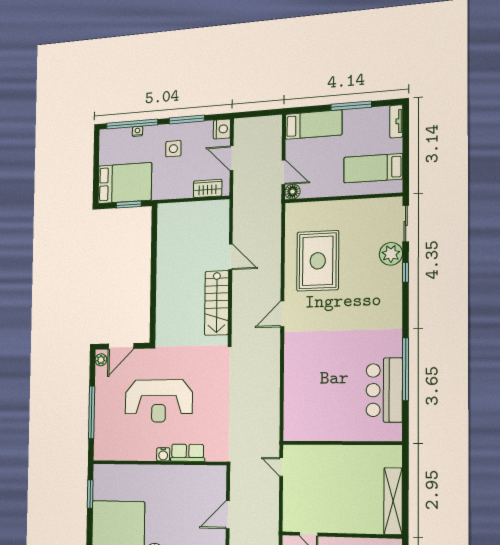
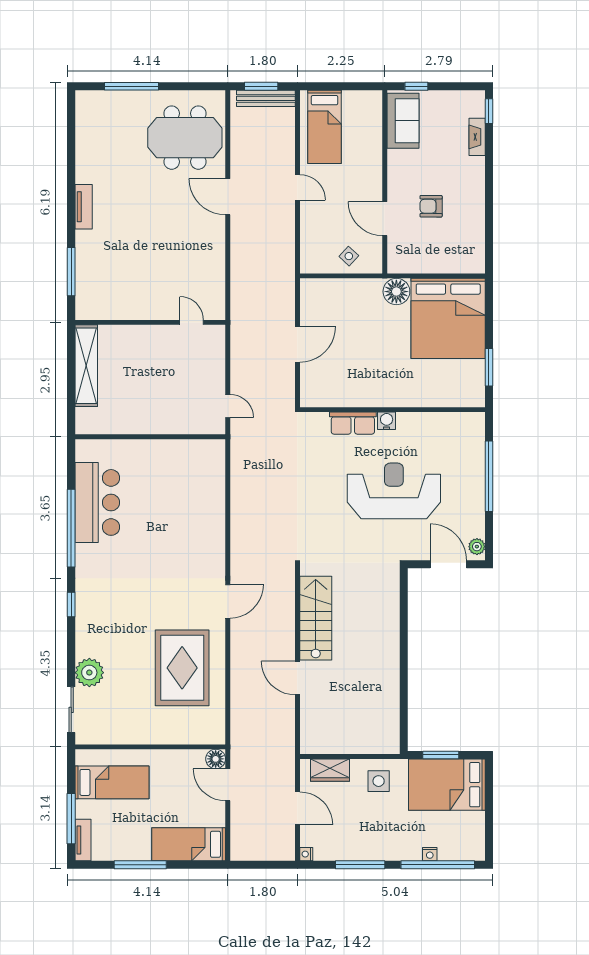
nightstand: (222, 129) -> (306, 854), width x0.53, depth x0.56
window: (406, 137) -> (71, 819), added
side table: (173, 149) -> (379, 781), moved
window: (406, 272) -> (71, 605), moved
door: (121, 346) -> (448, 564), hinge flipped

